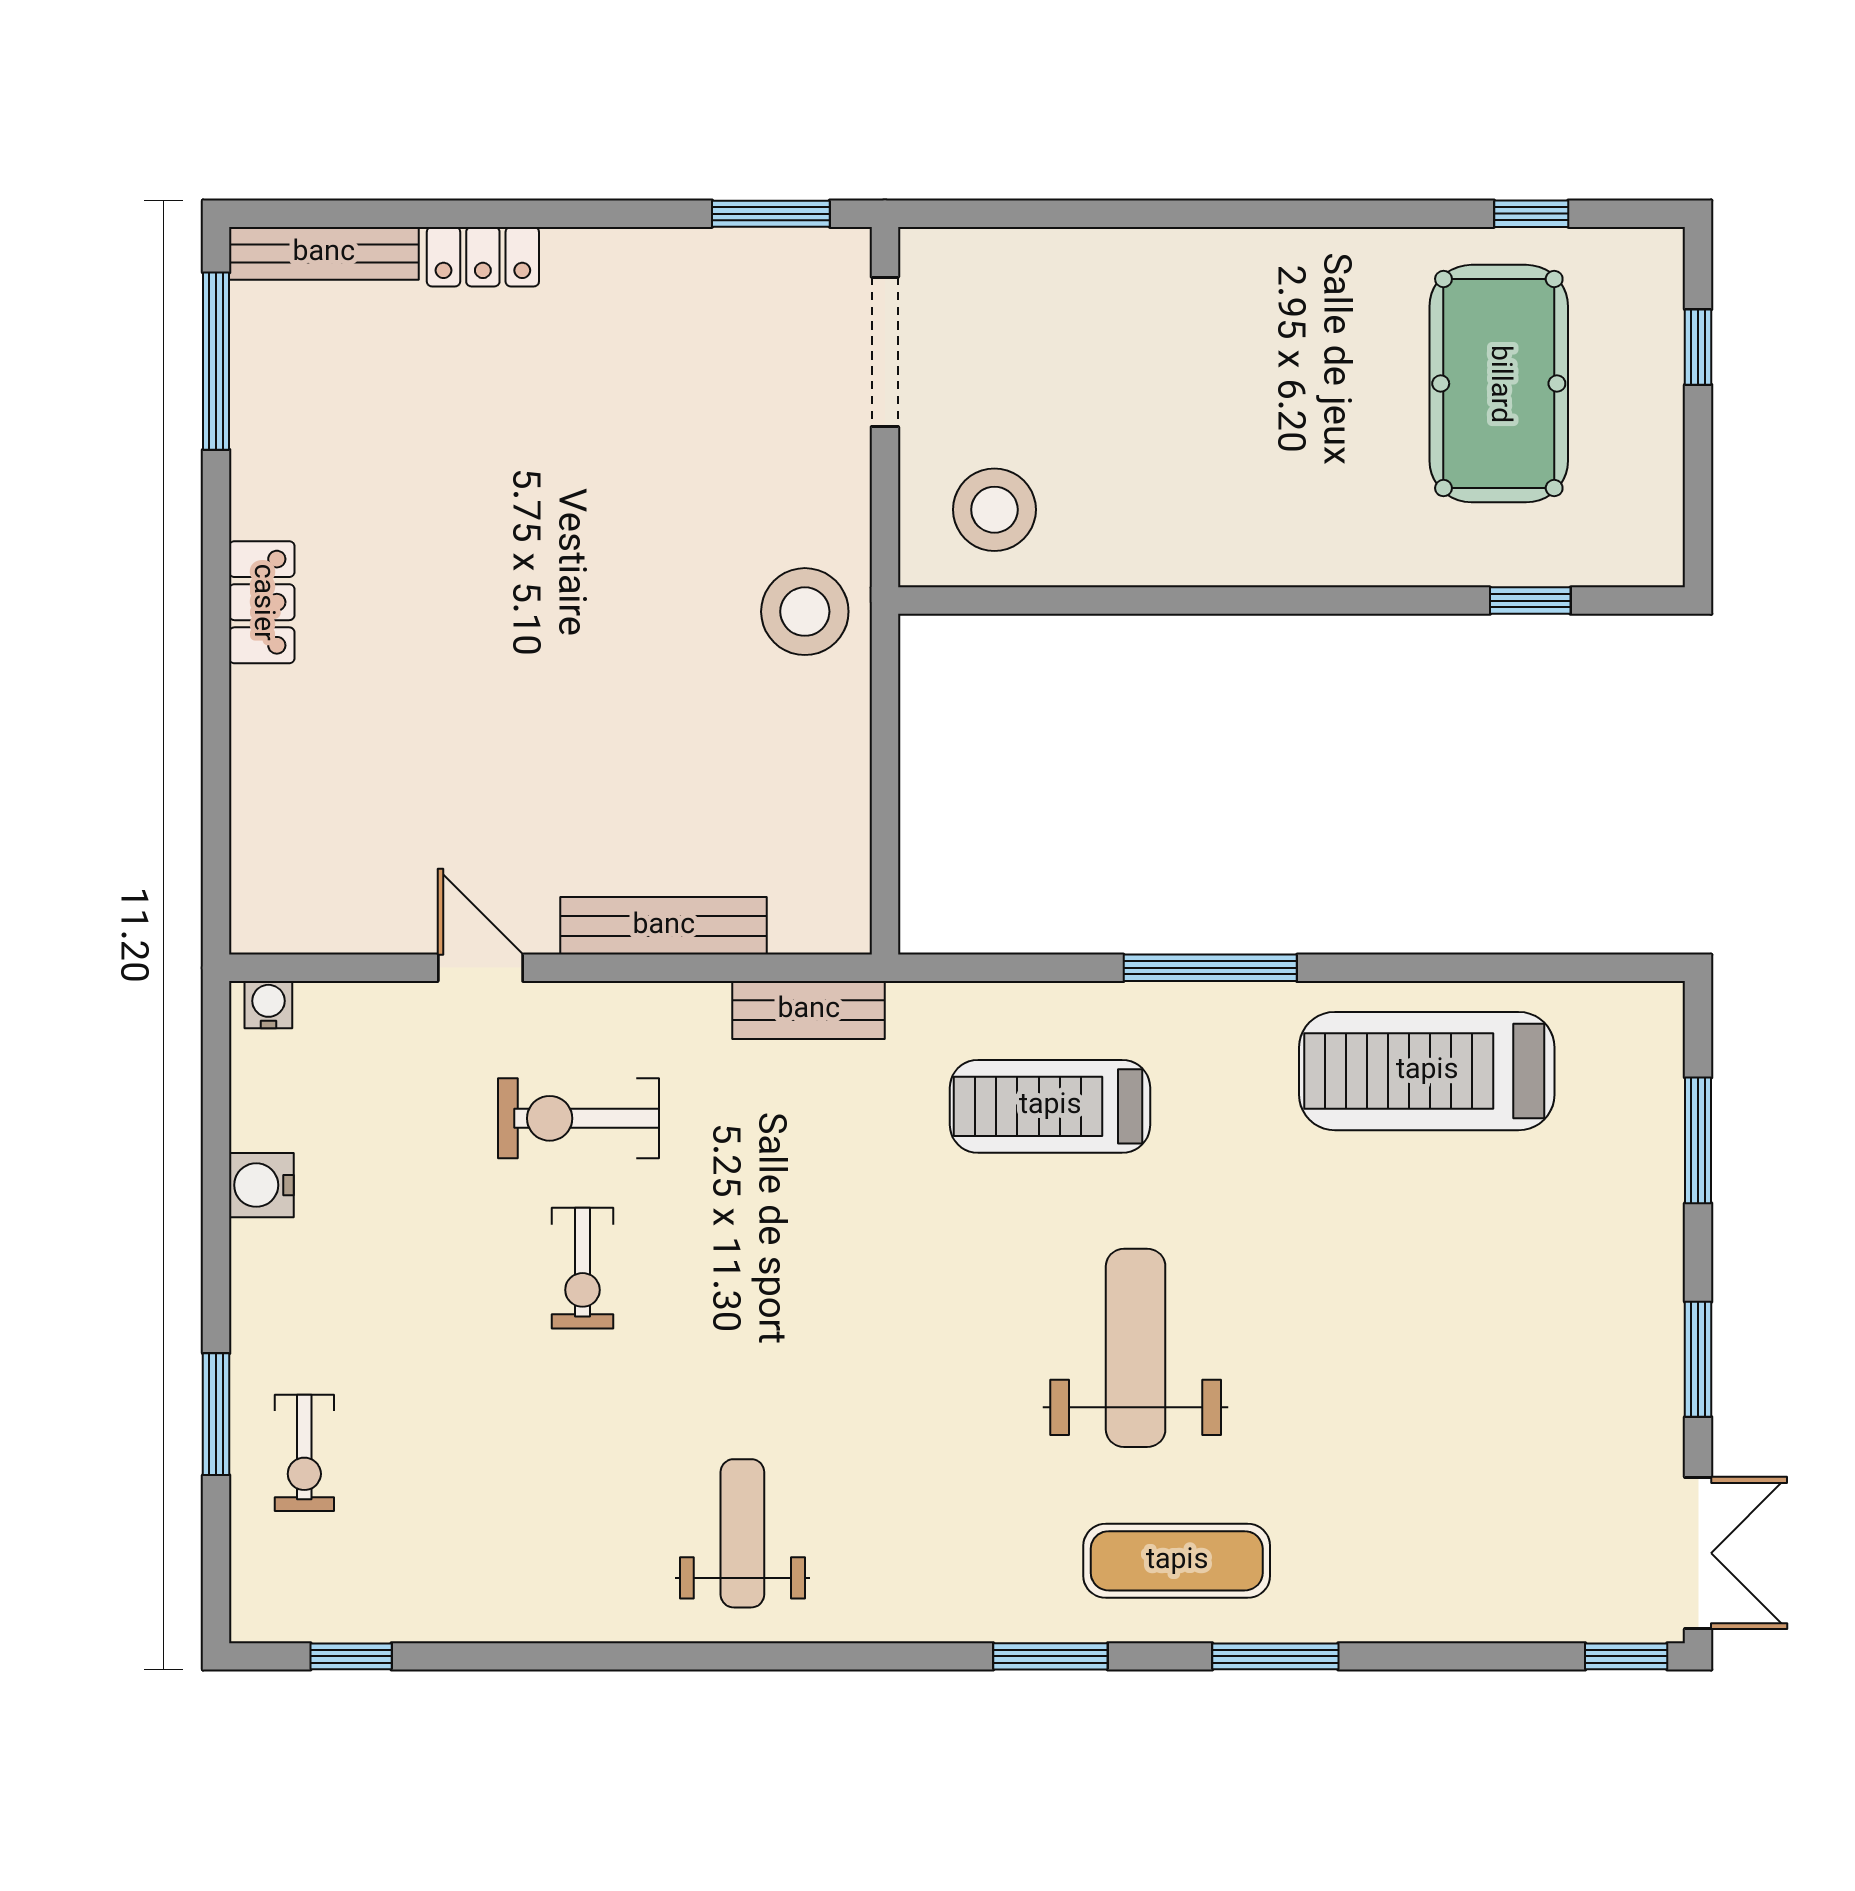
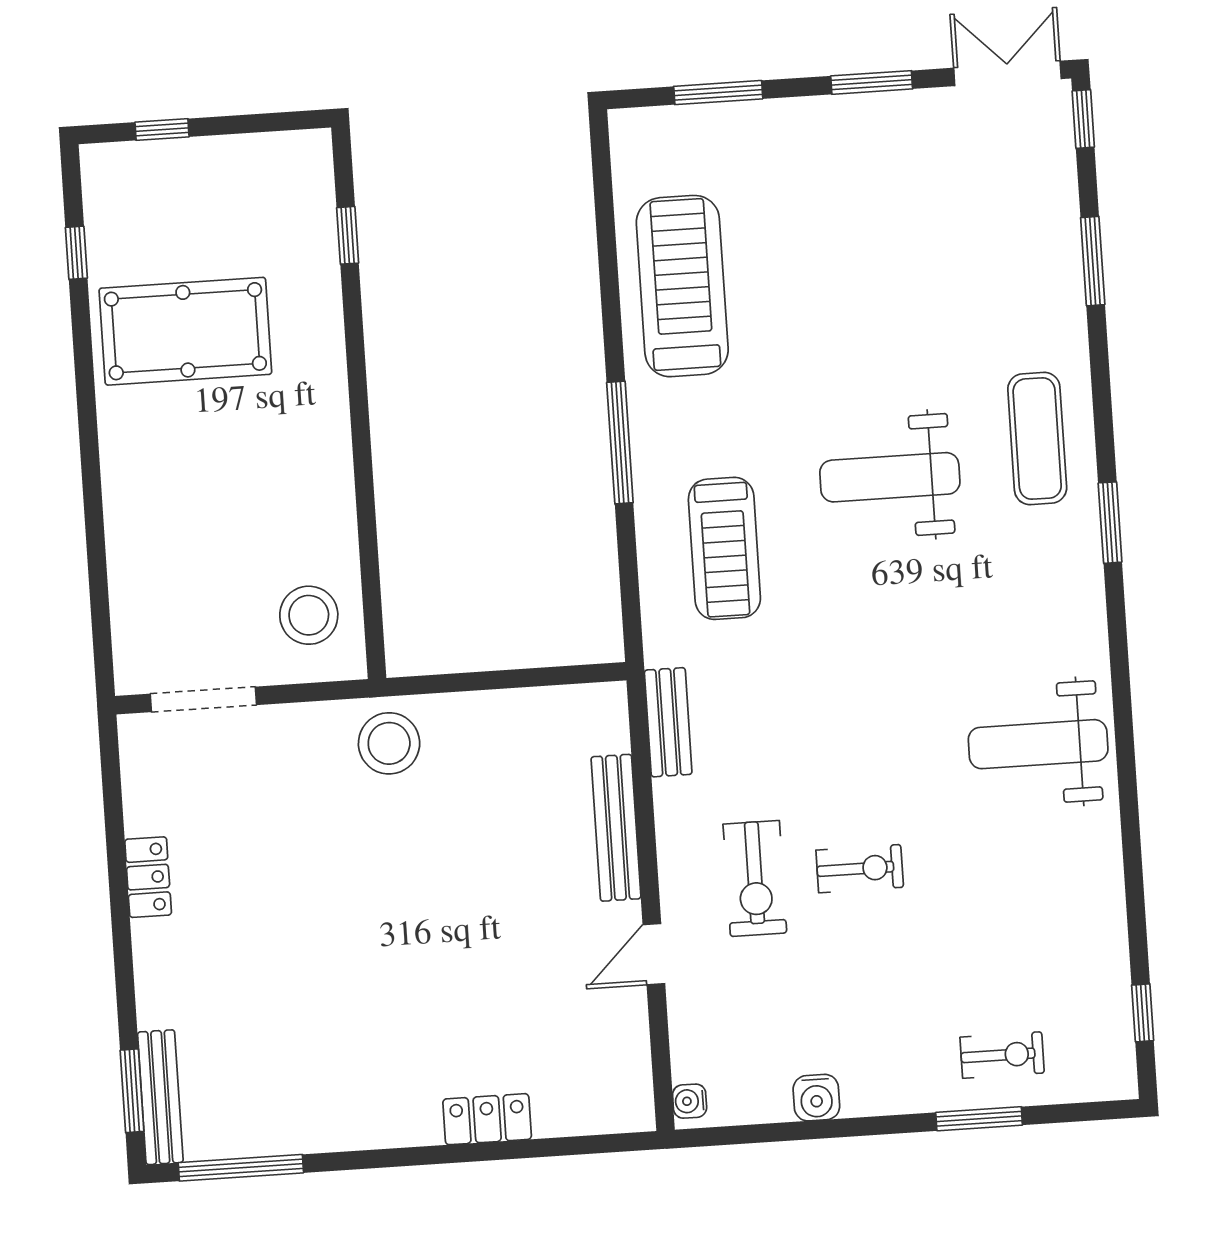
window: (771, 214) -> (132, 1091), moved
locker: (483, 257) -> (148, 877), moved
pool table: (1499, 384) -> (185, 331), moved
locker: (262, 602) -> (487, 1119), moved
treadmill: (1427, 1071) -> (682, 286), turned 180
weight bench: (742, 1533) -> (1038, 744), width x1.36, depth x1.33
window: (1275, 1656) -> (1093, 261), moved

